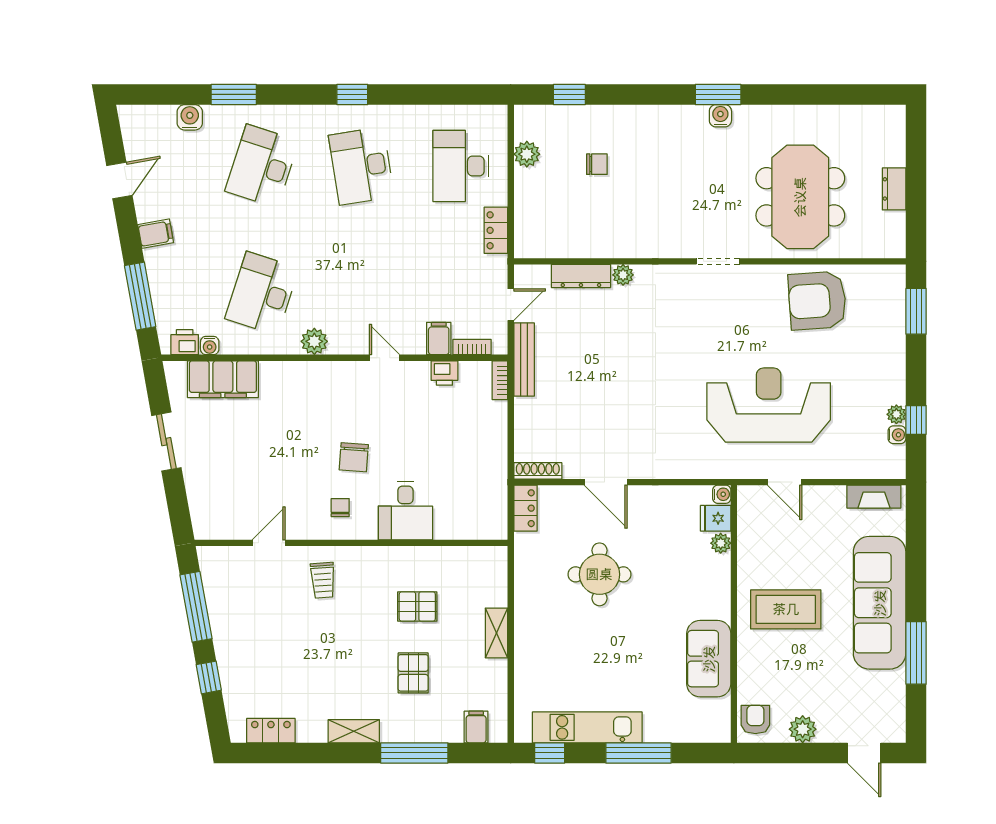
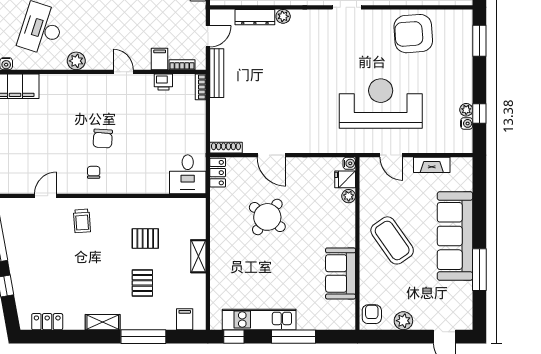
fireplace: (874, 497) -> (432, 165), moved
desk: (405, 511) -> (188, 174), moved
round table: (599, 574) -> (267, 217), turned 37
coffee table: (786, 609) -> (392, 240), turned 55

